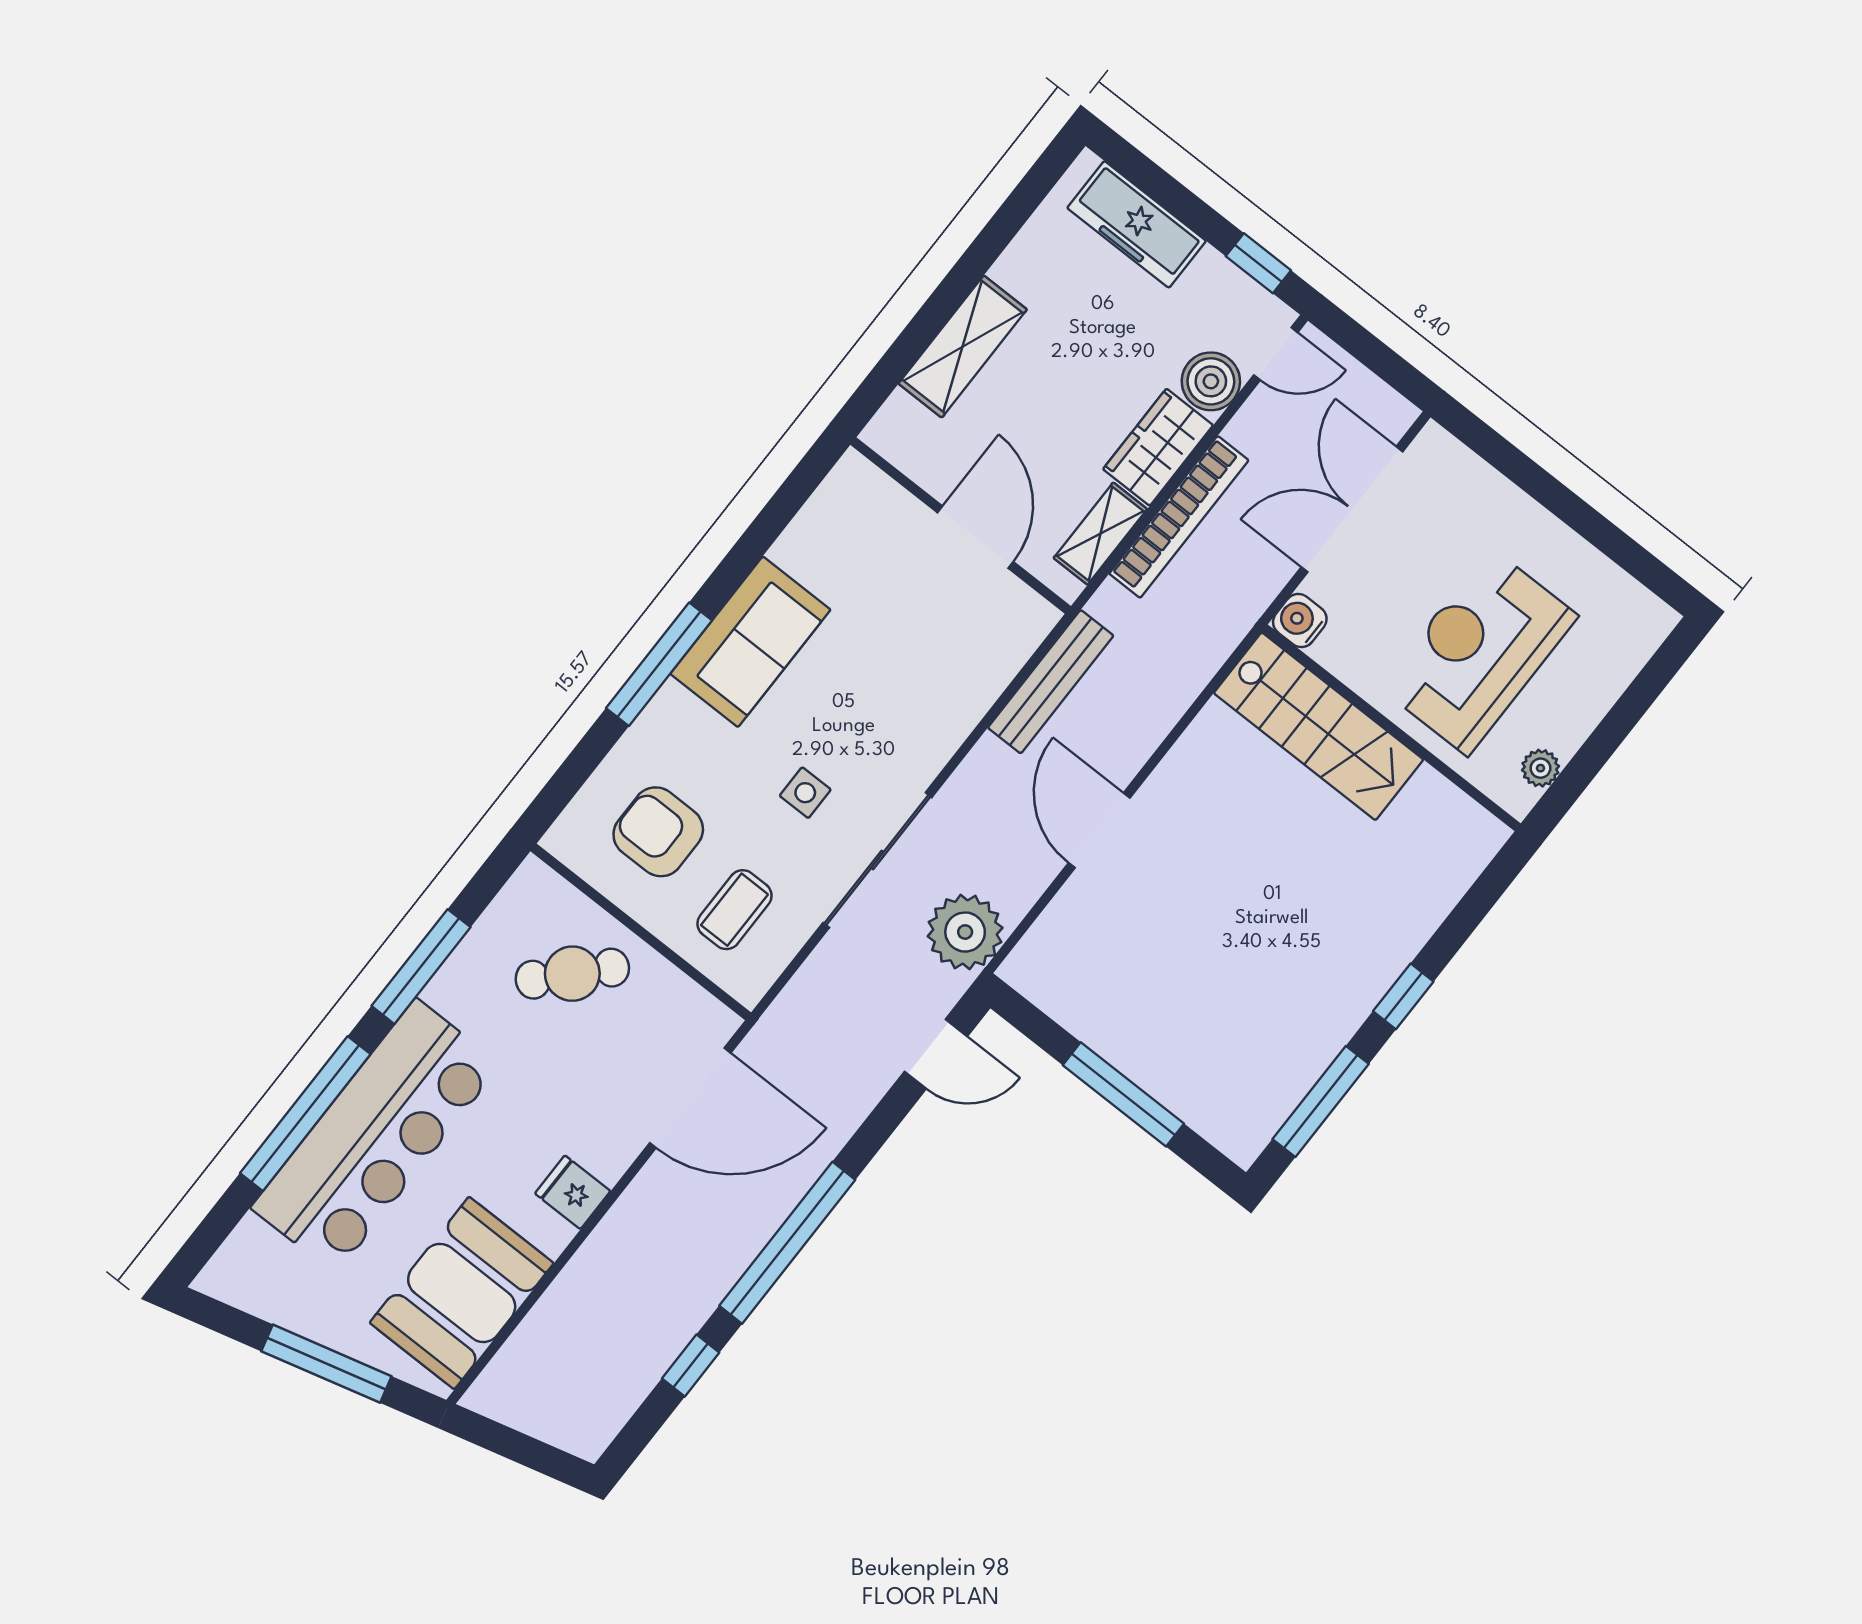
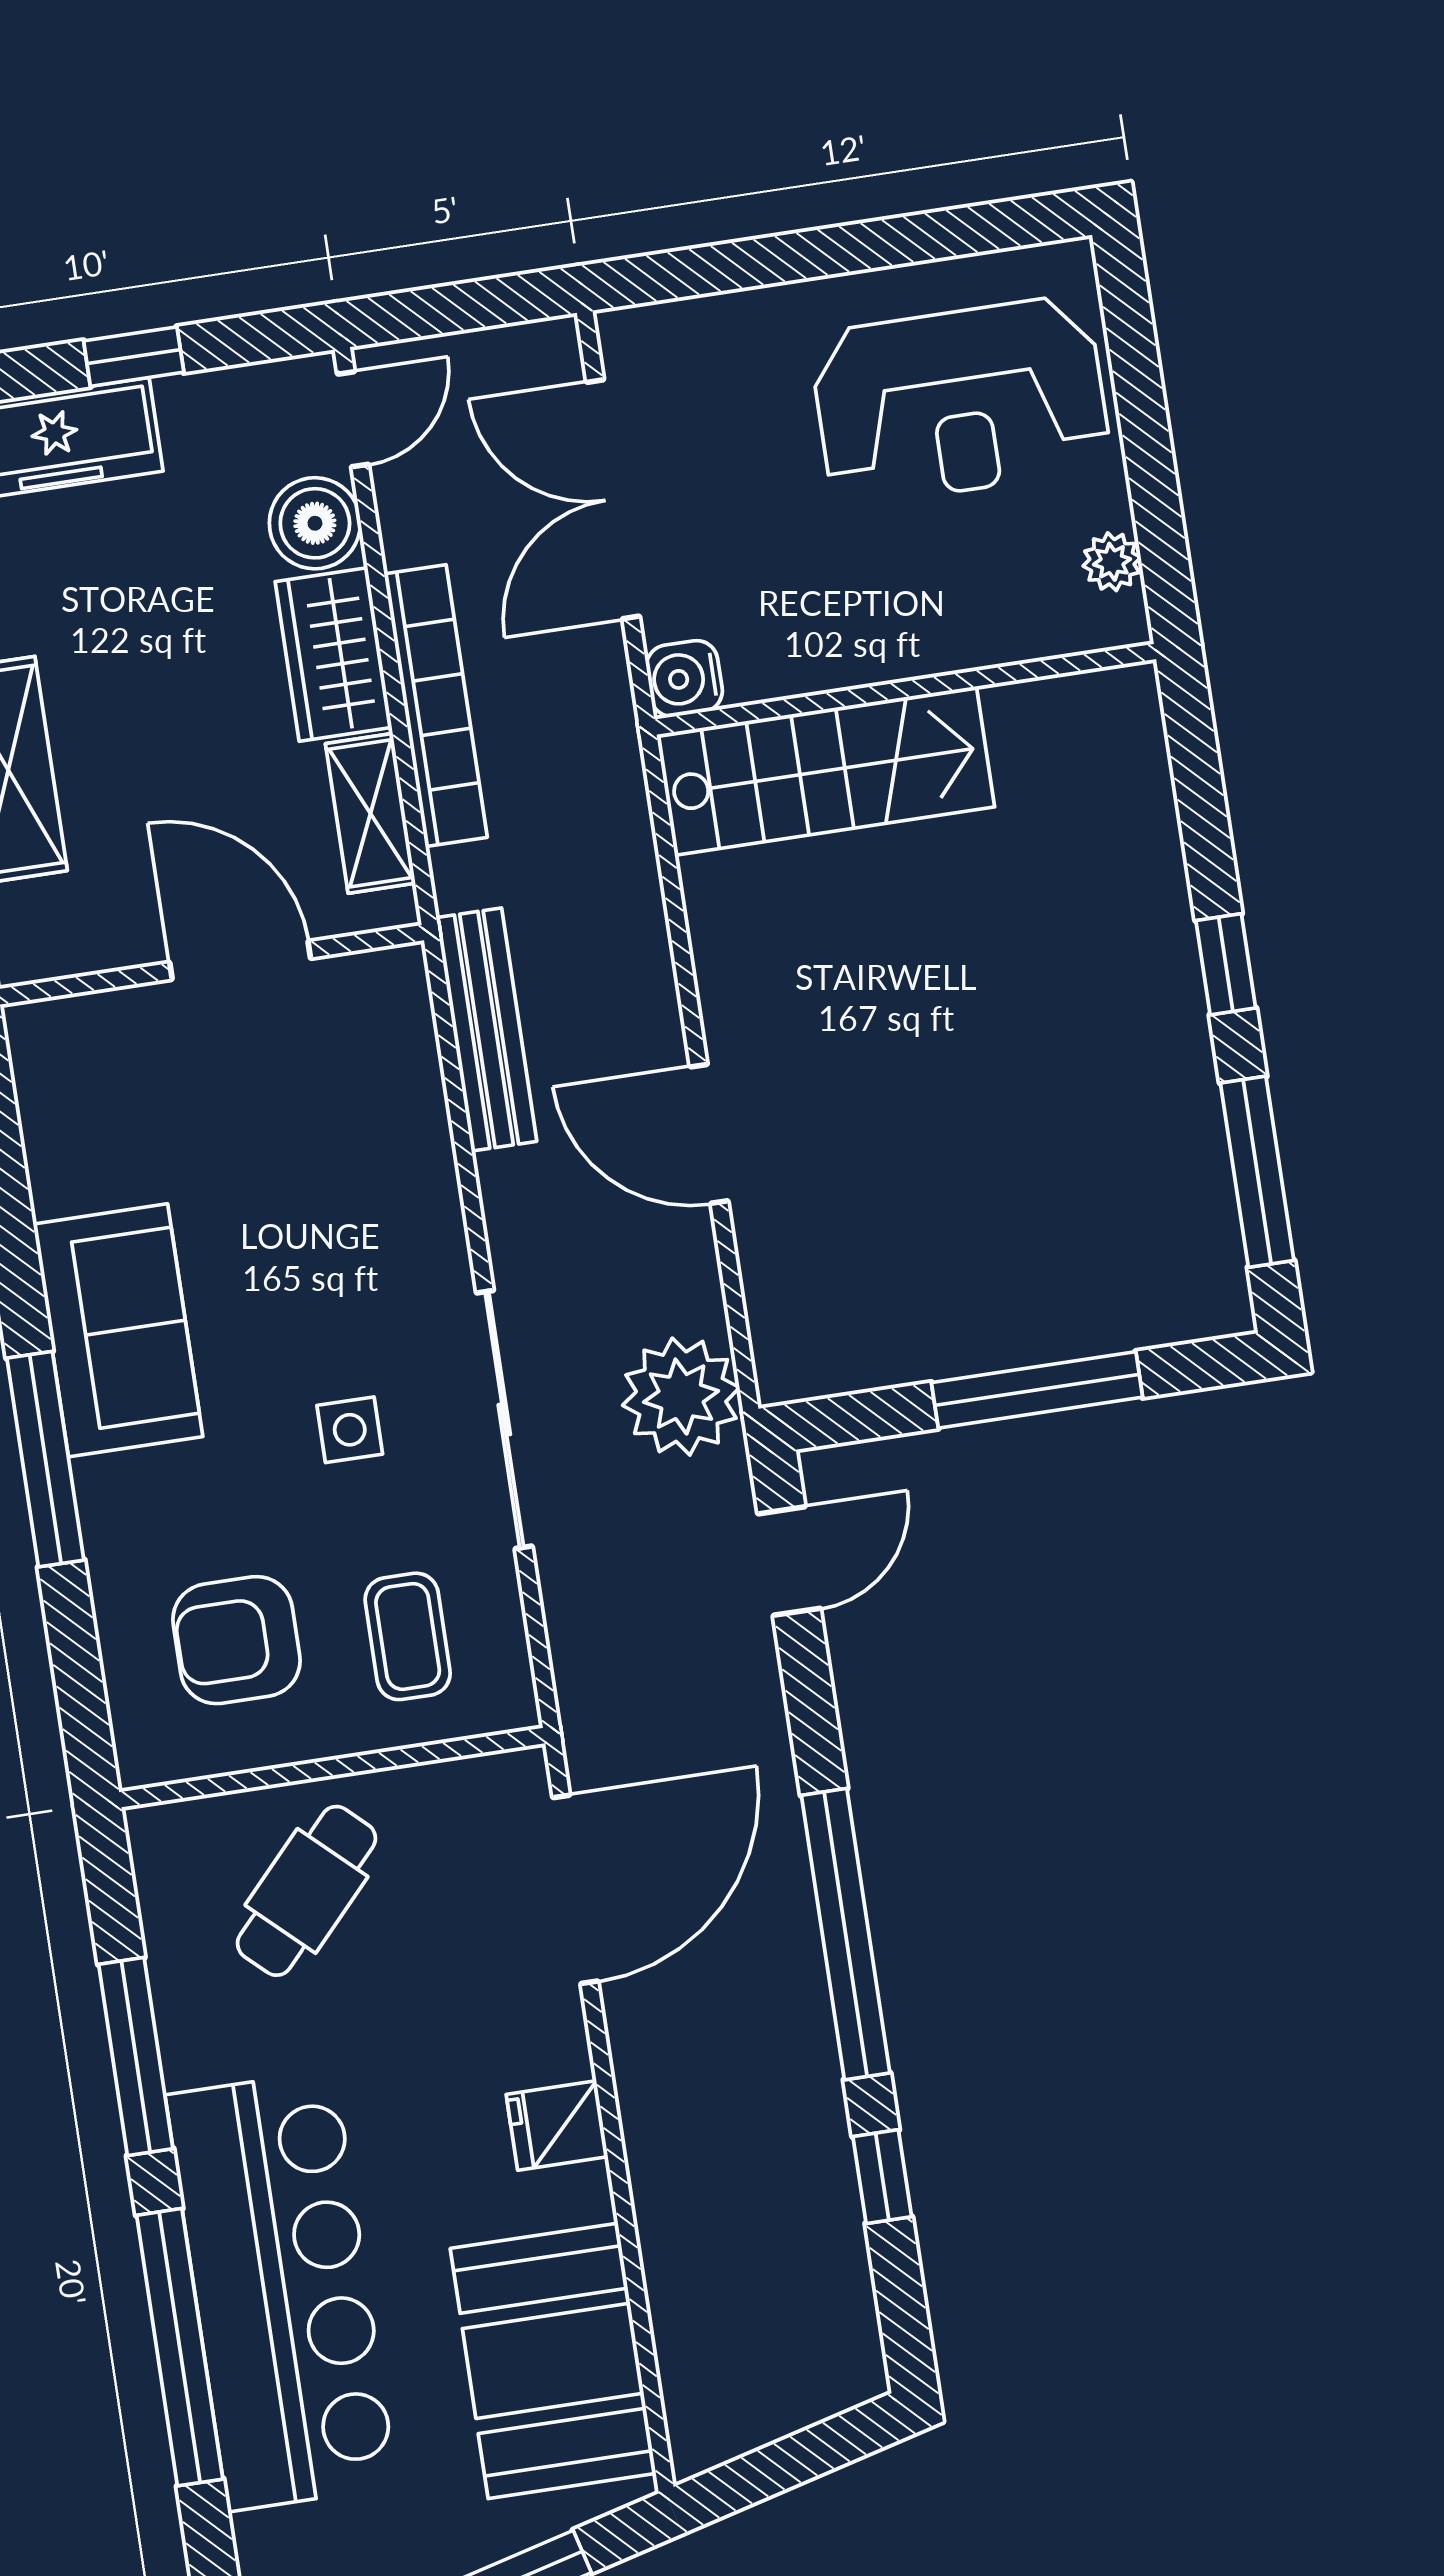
window: (1258, 263) -> (134, 357), moved
reception desk: (1479, 652) -> (960, 401), moved, turned -90

